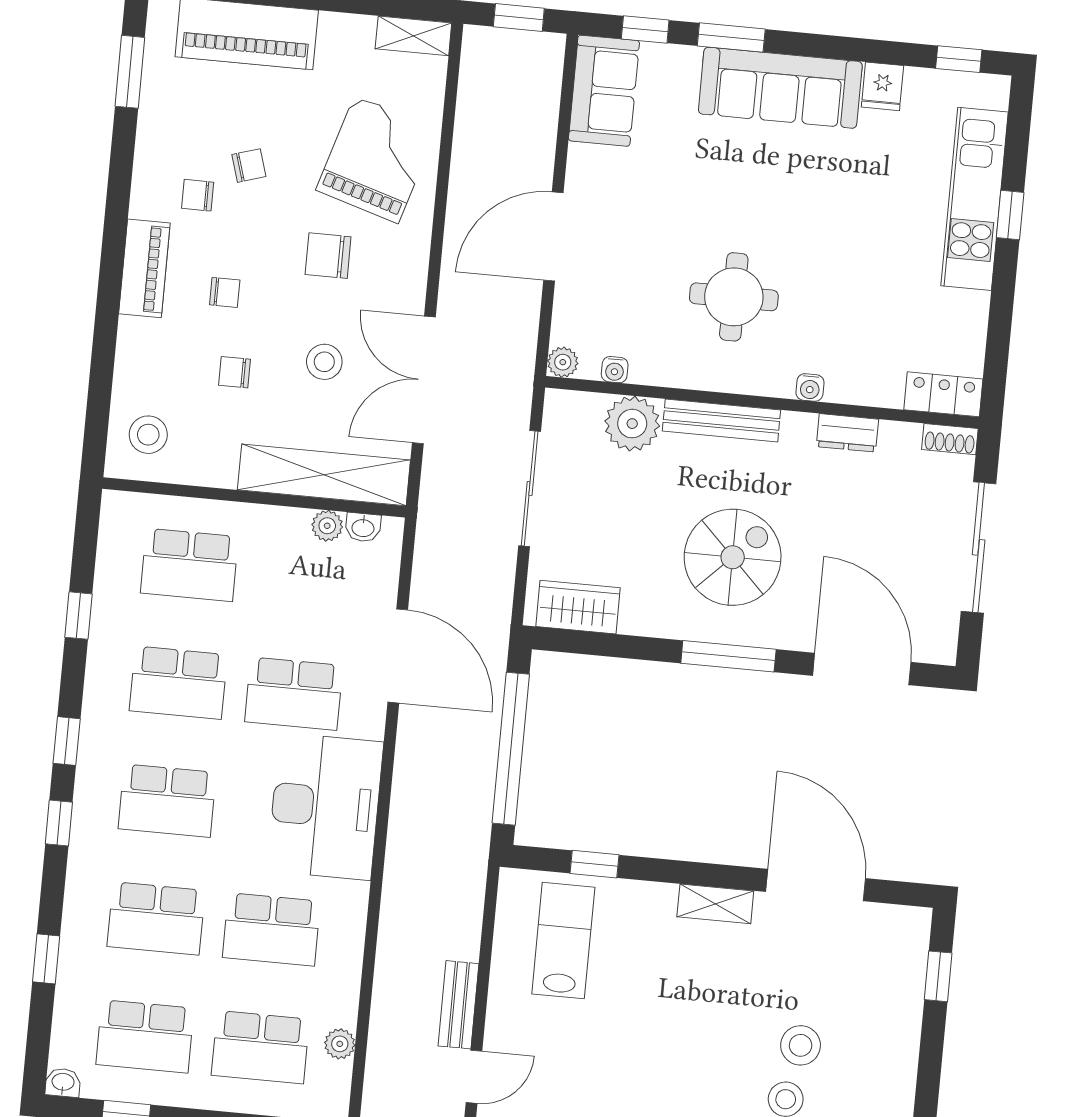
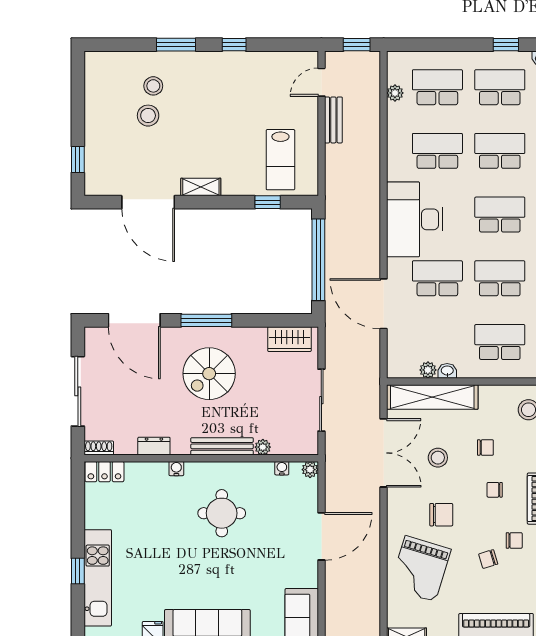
plant: (632, 424) -> (263, 447), width x0.53, depth x0.53
washbasin: (363, 527) -> (447, 371), moved

